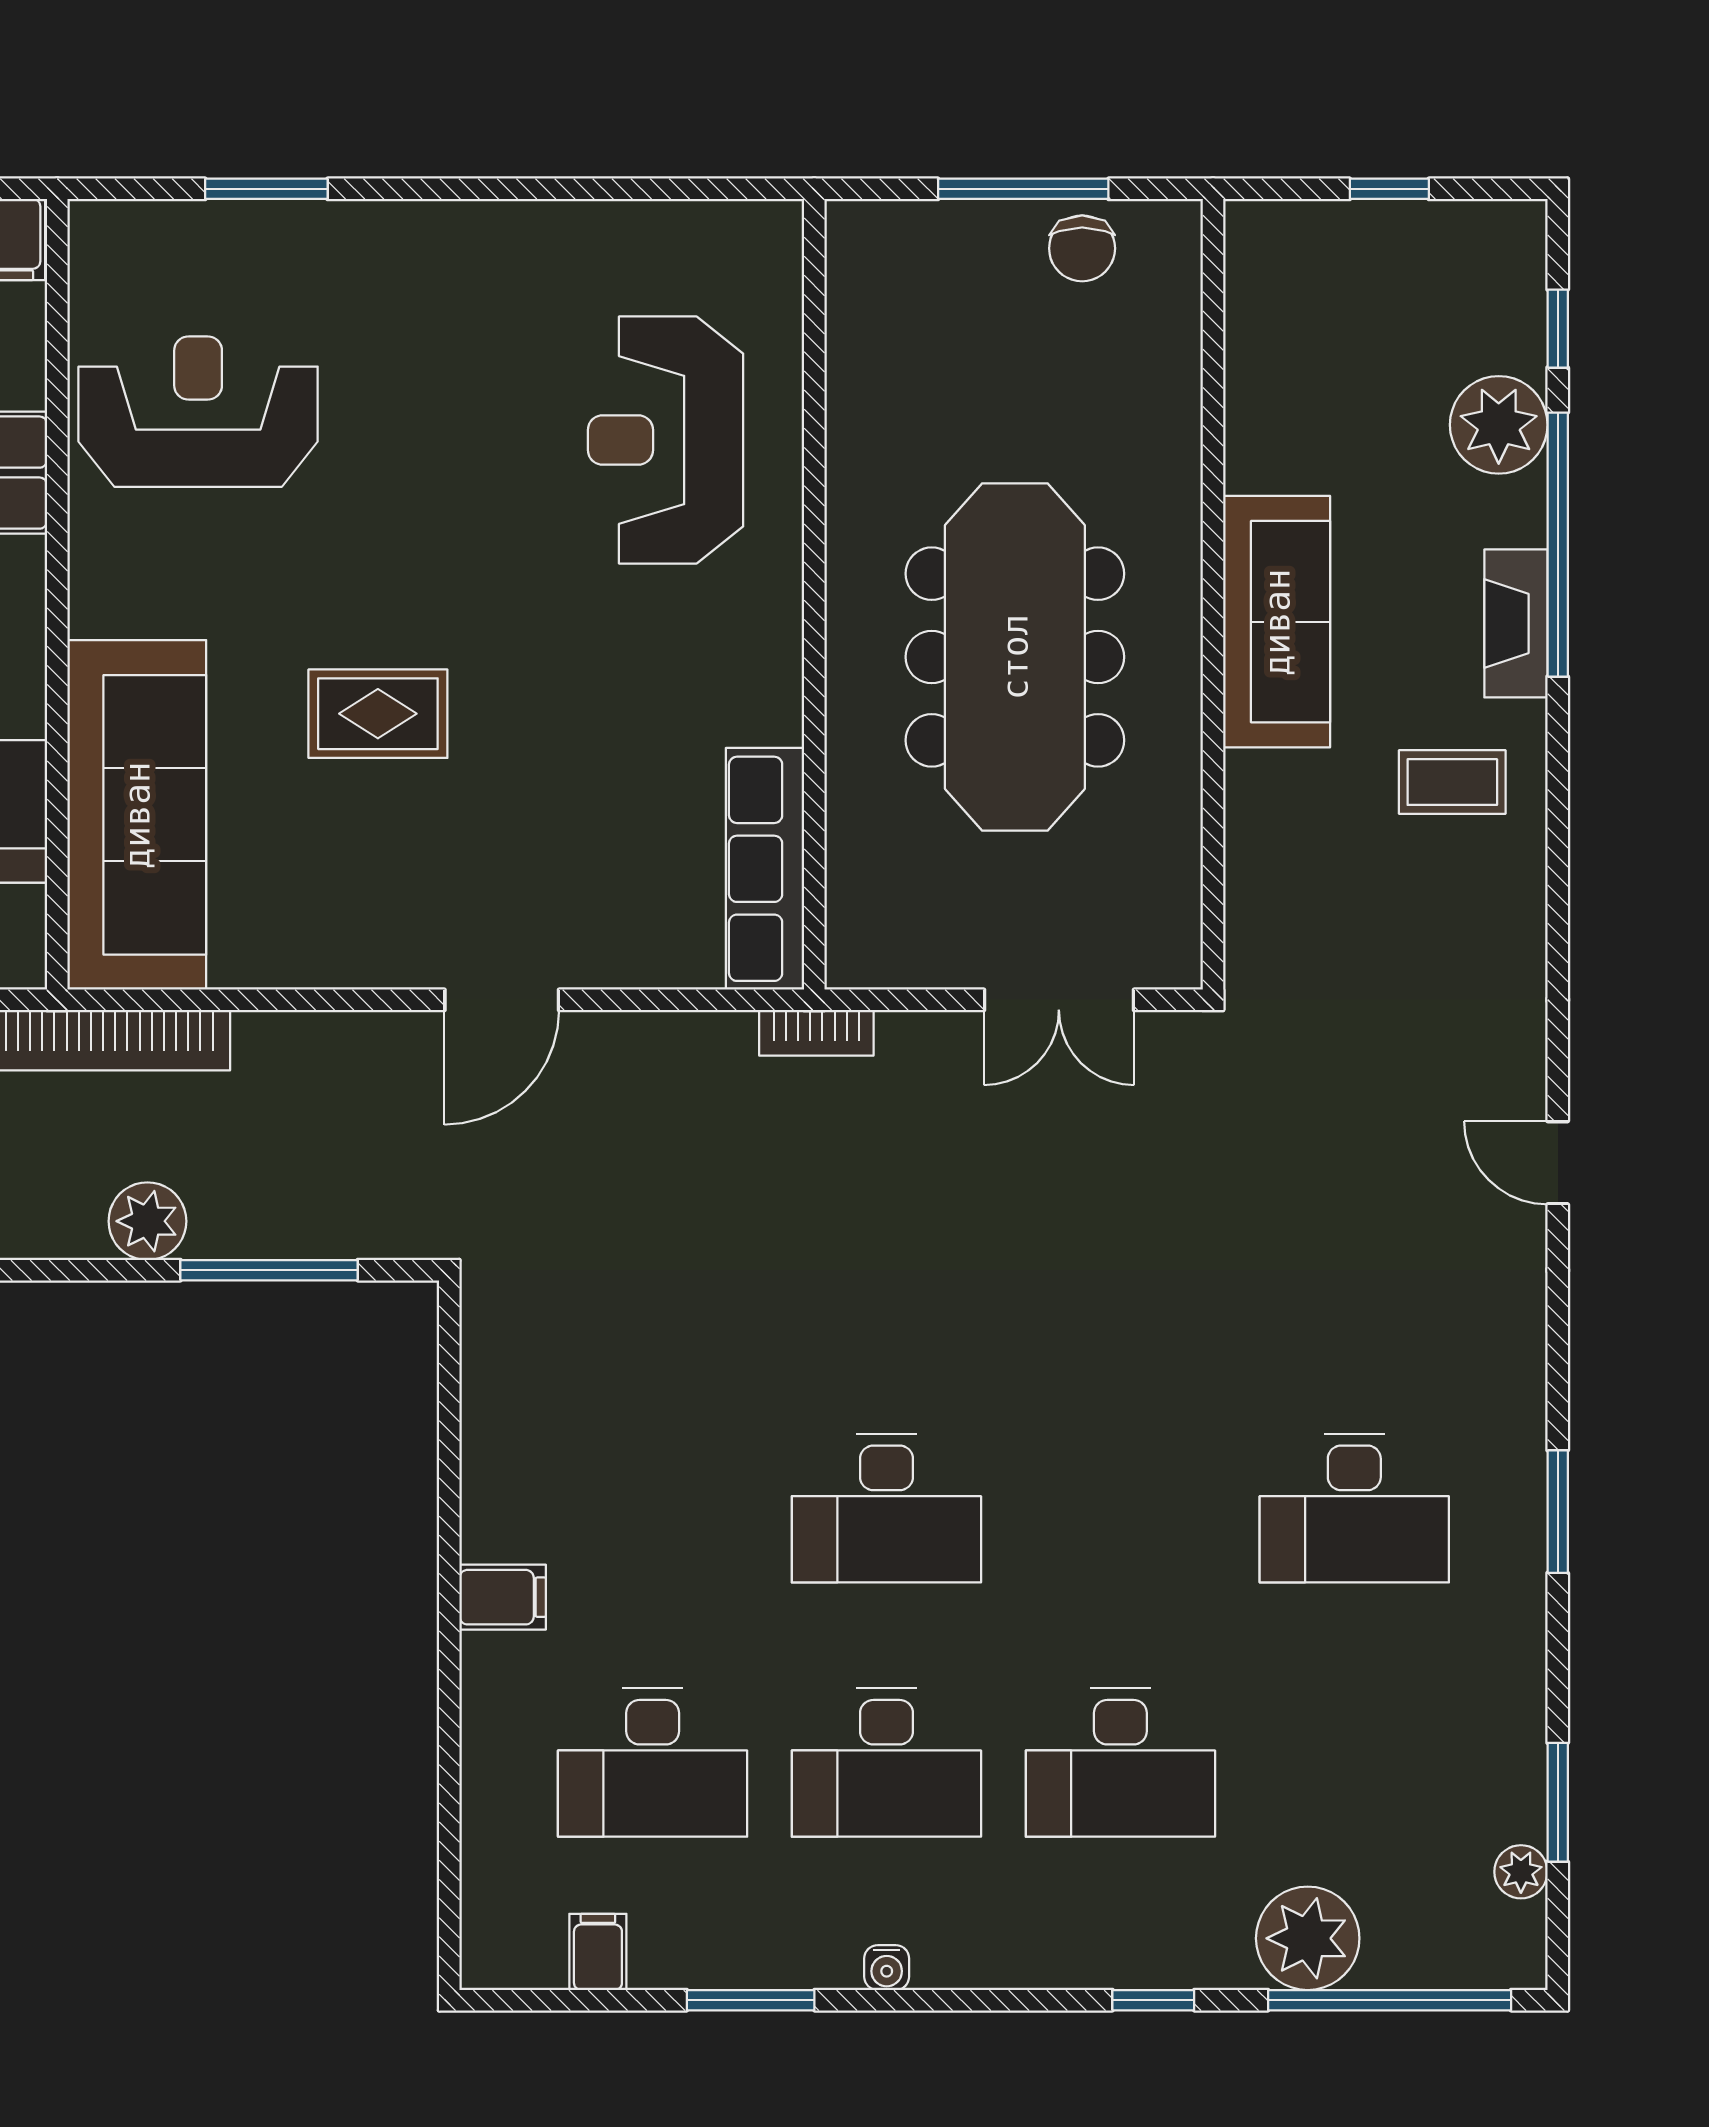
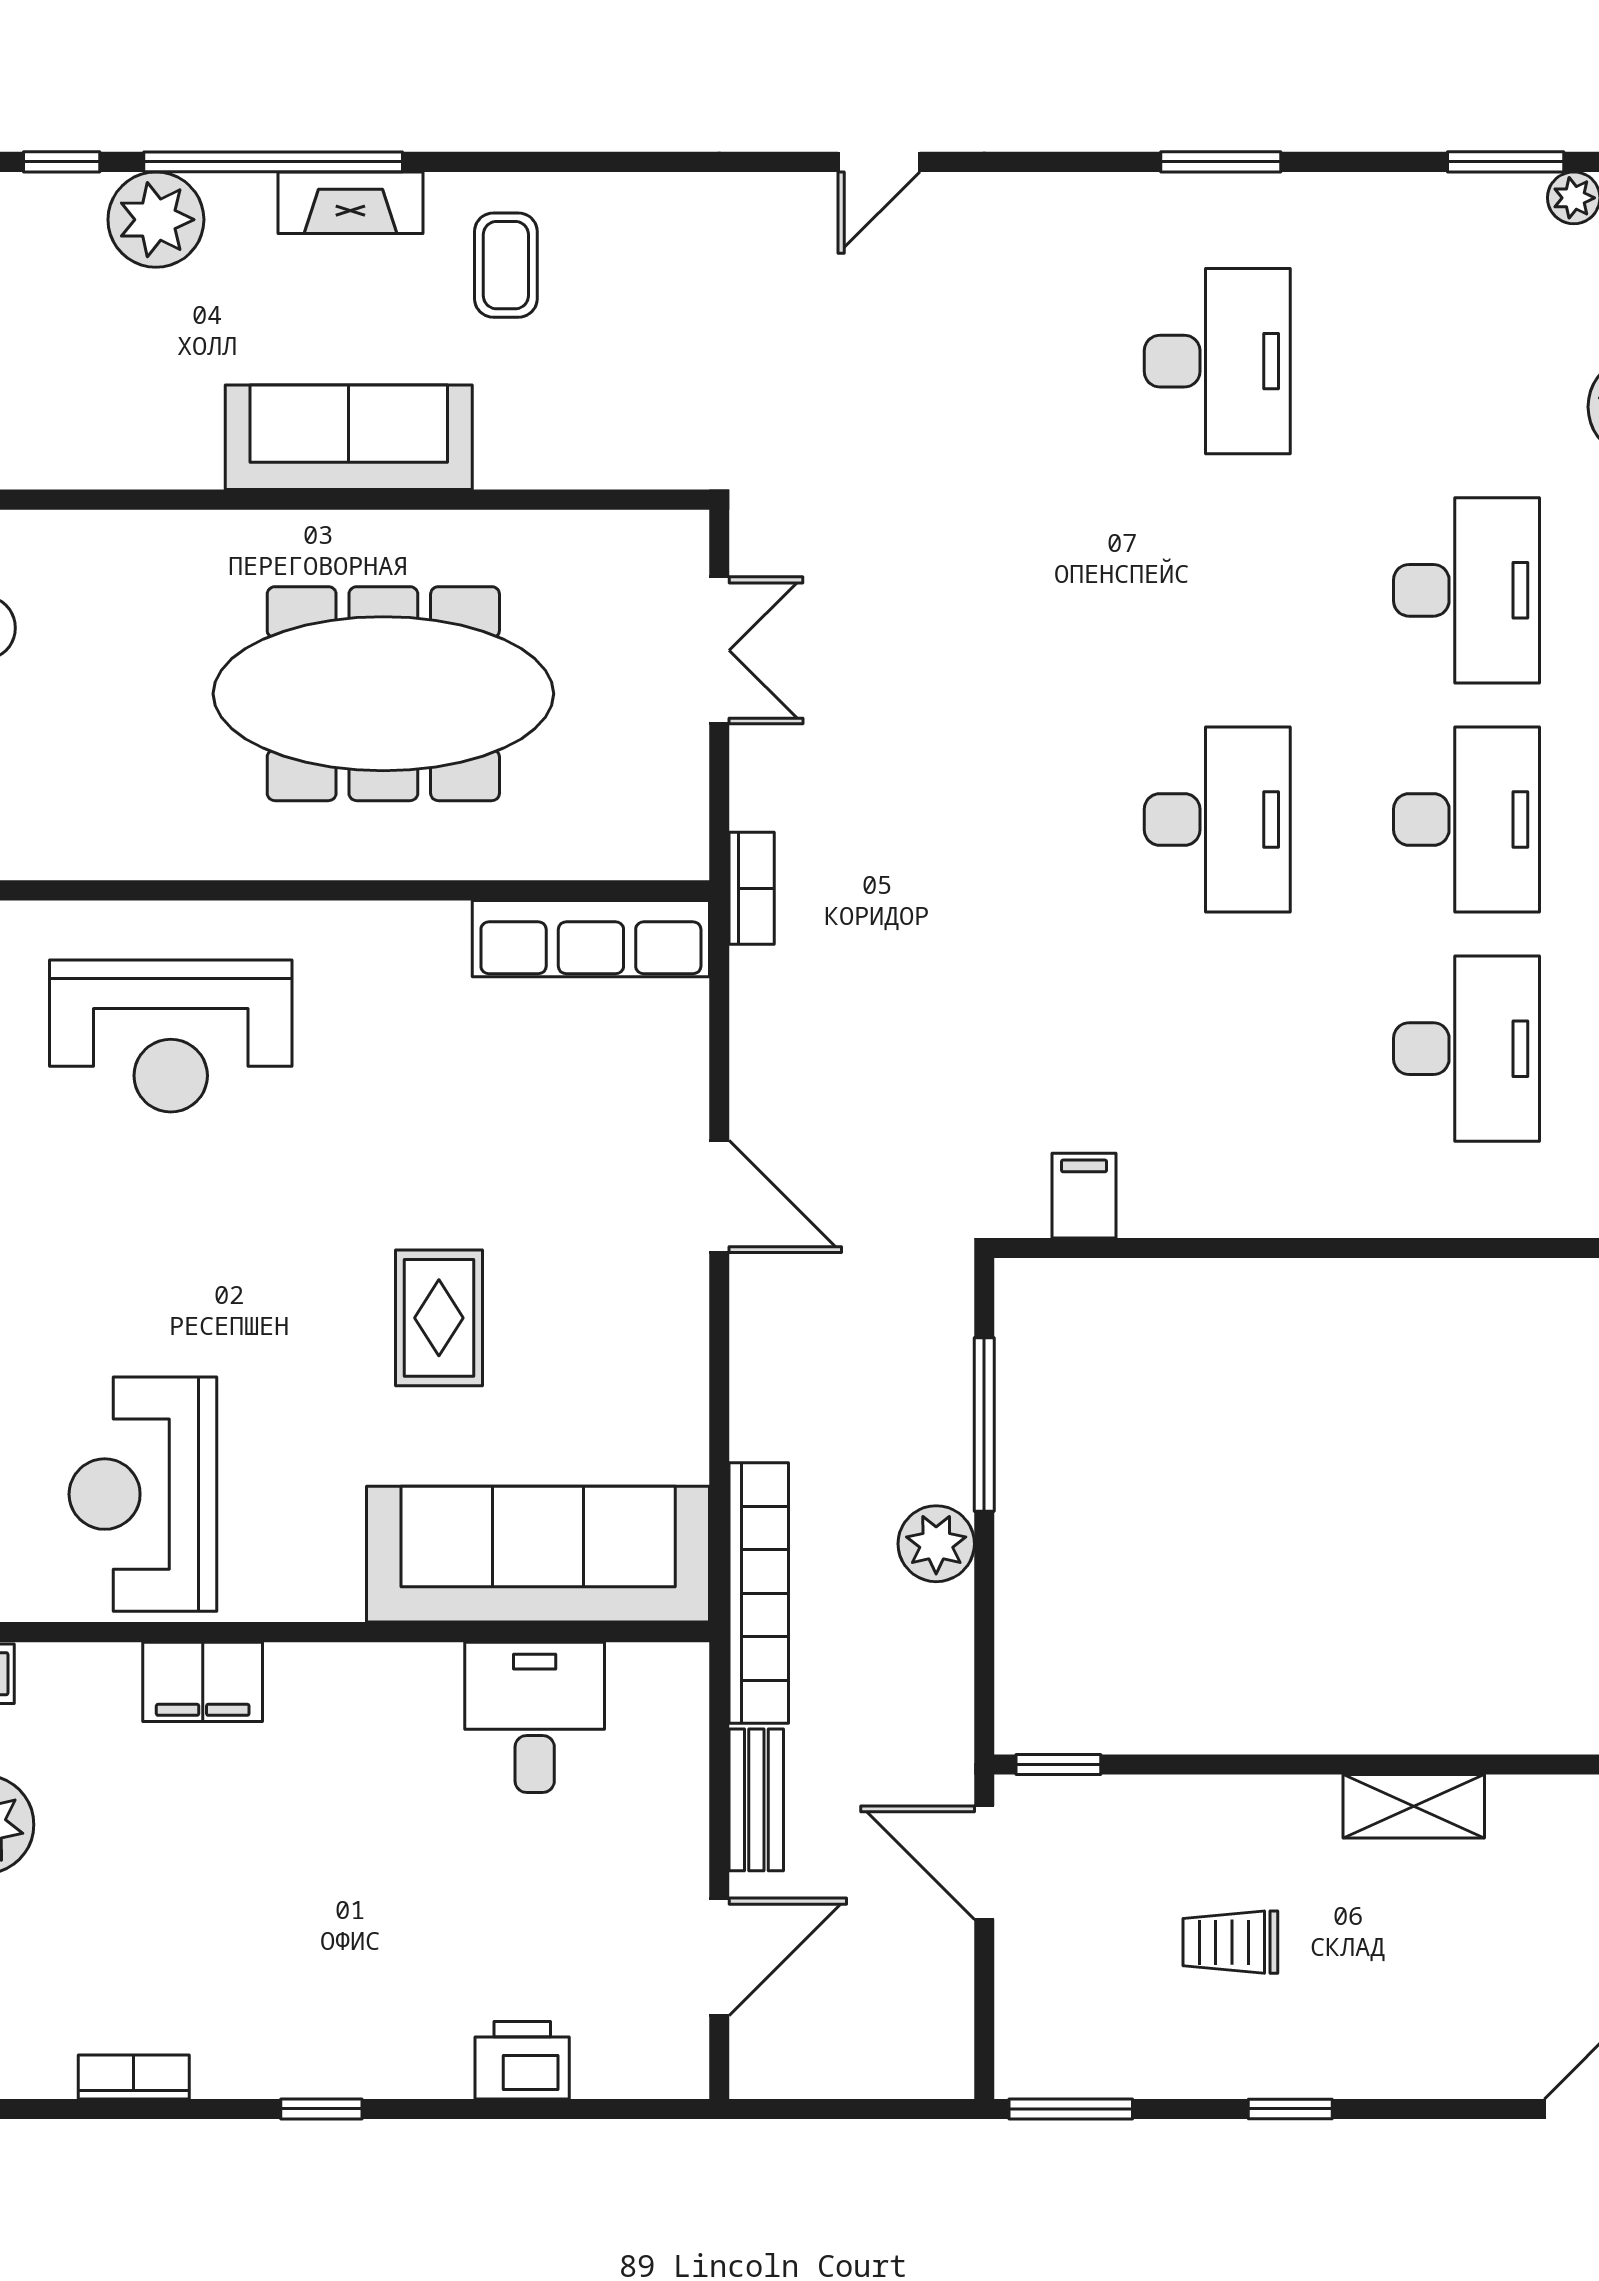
filing cabinet: (503, 1597) -> (1084, 1196), moved

